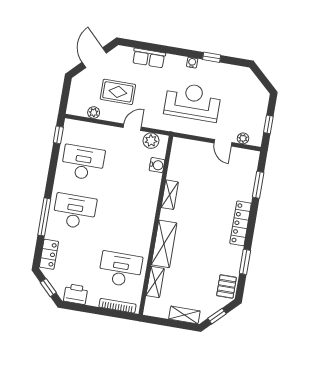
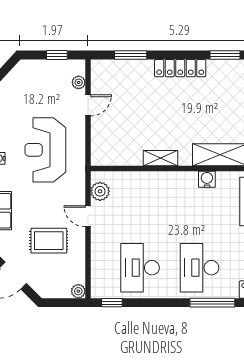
rug: (118, 92) -> (49, 241), turned 90
plant: (94, 113) -> (78, 291), moved
water cooler: (157, 165) -> (207, 179), moved

